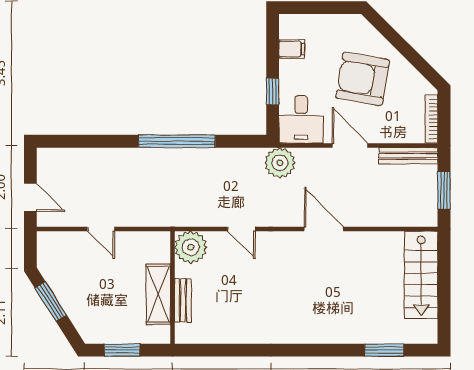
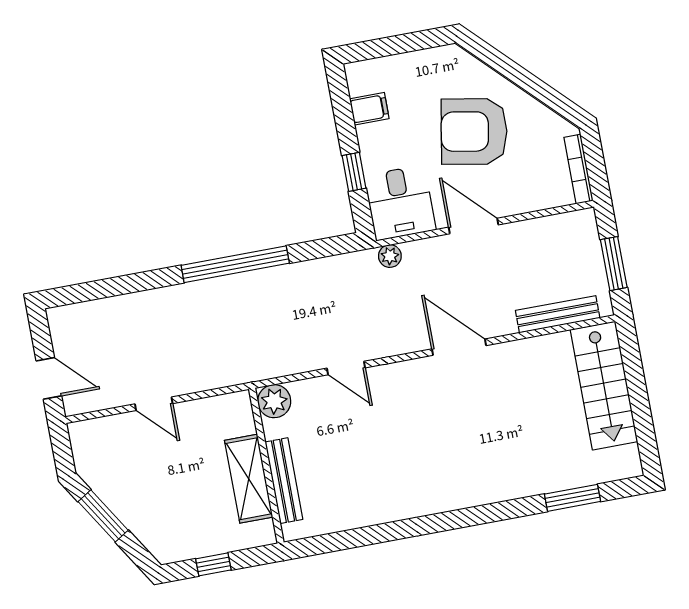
bench: (408, 156) -> (558, 314), moved
plant: (280, 163) -> (390, 256), width x0.53, depth x0.53
plant: (191, 247) -> (274, 401), width x0.73, depth x0.73
bench: (183, 300) -> (284, 481), width x1.36
window: (122, 350) -> (213, 564), width x0.67

